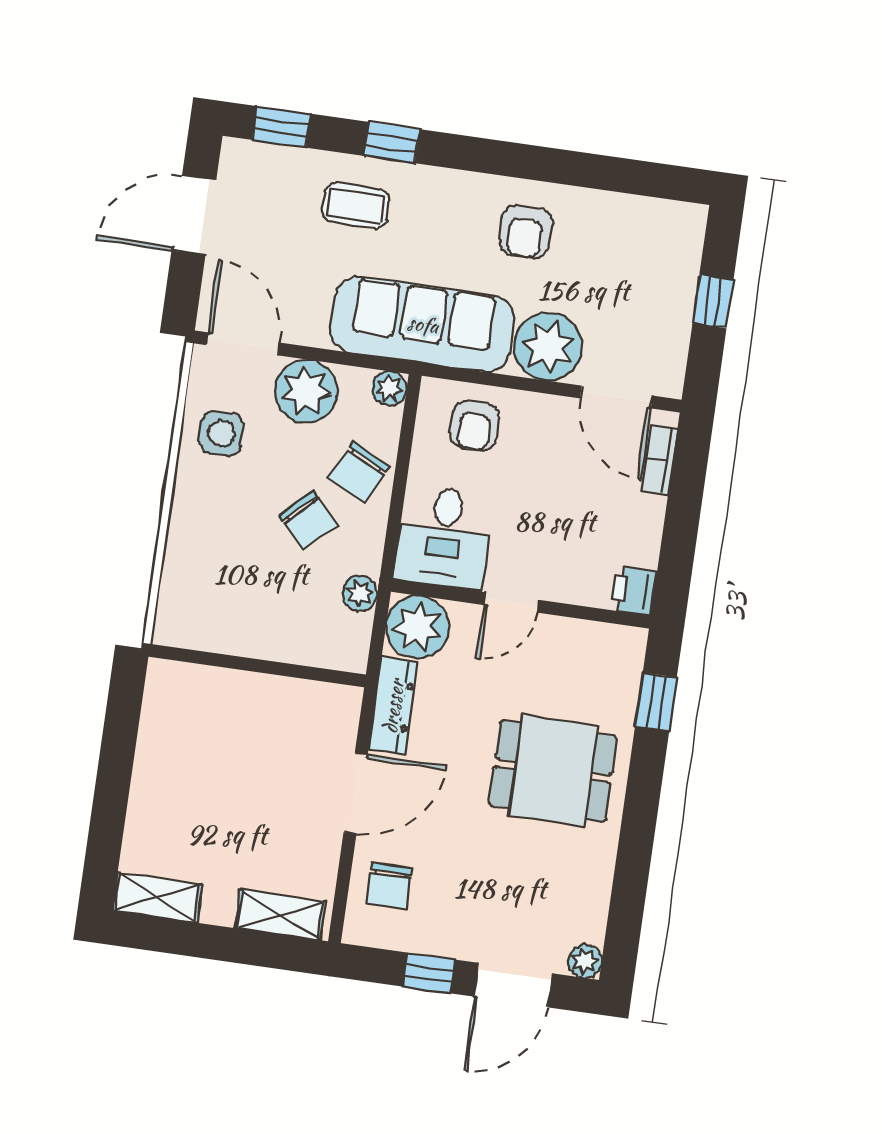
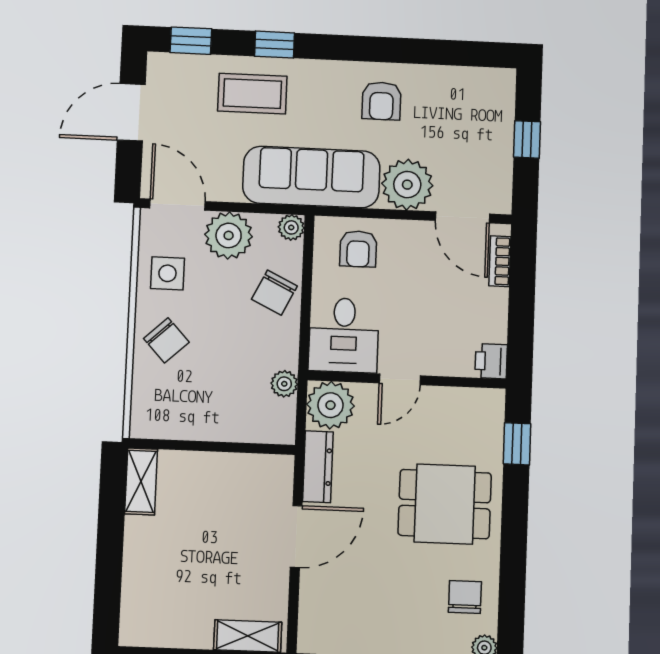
coffee table: (356, 206) -> (252, 94), width x1.36, depth x1.30
chair: (308, 520) -> (166, 340), moved
chair: (389, 886) -> (465, 597), moved, turned 180
shelving: (157, 898) -> (141, 481), moved, turned 90

